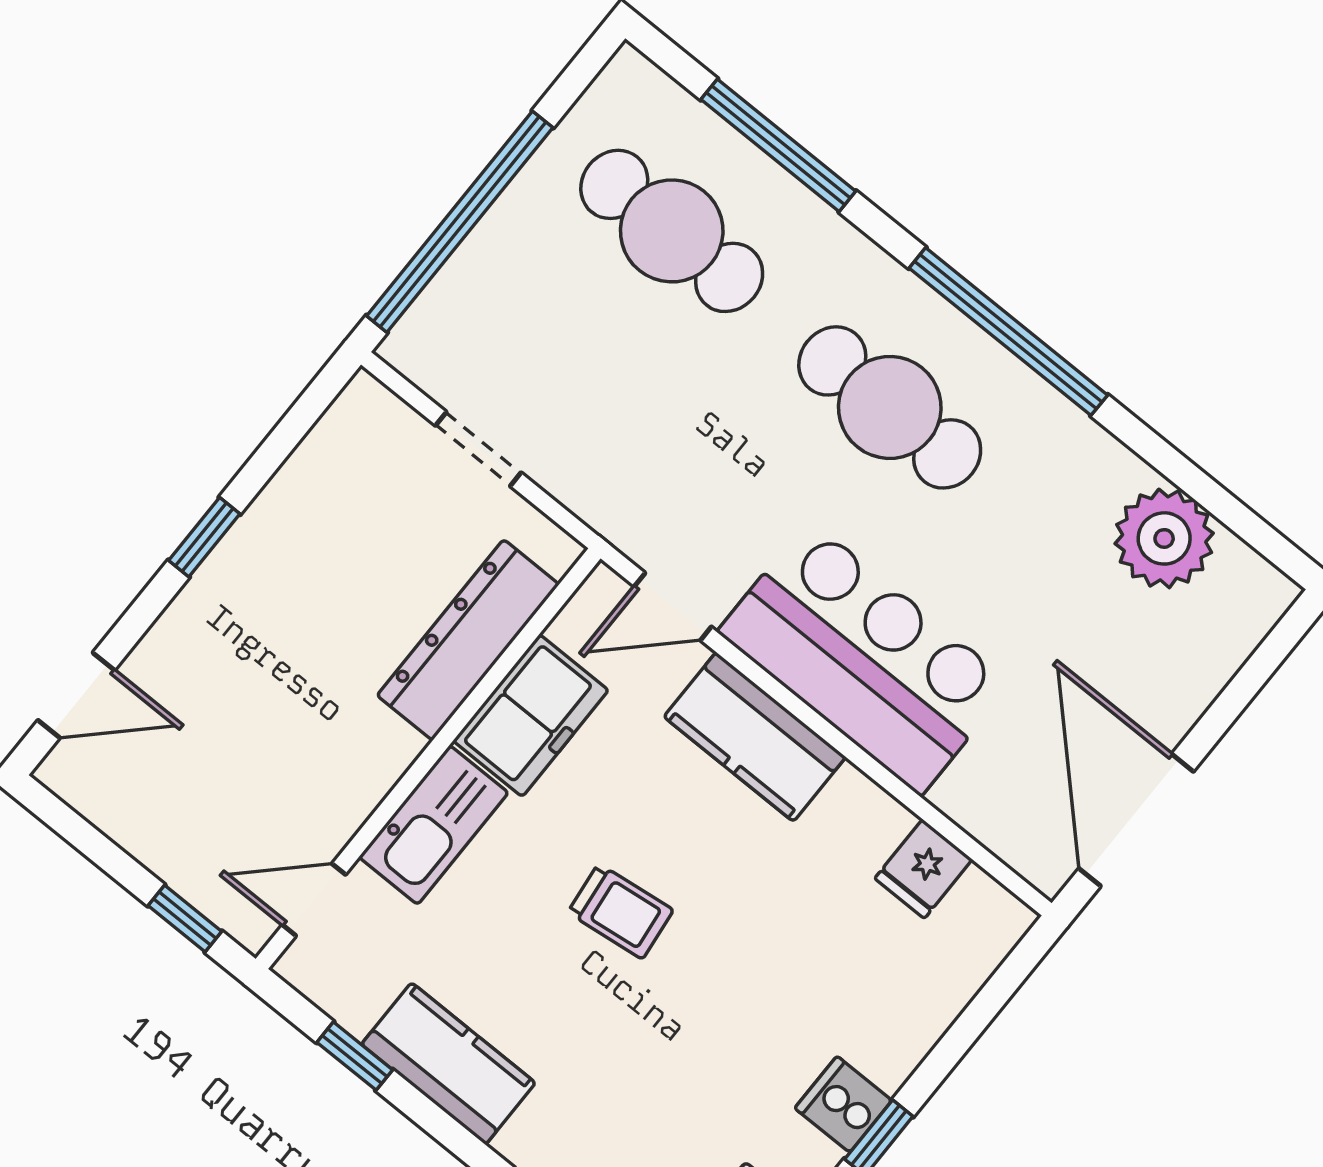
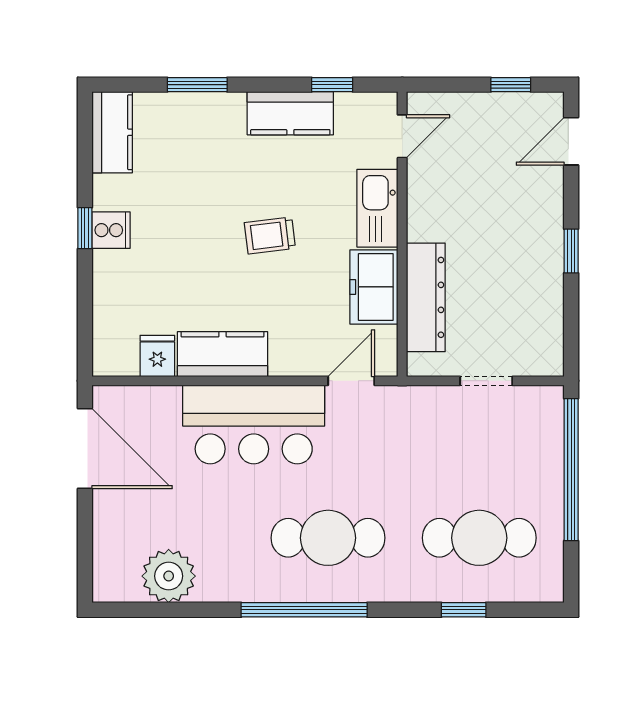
window: (778, 145) -> (464, 610), width x0.46
kitchen counter: (755, 737) -> (223, 354), moved
window: (185, 919) -> (511, 85), moved

